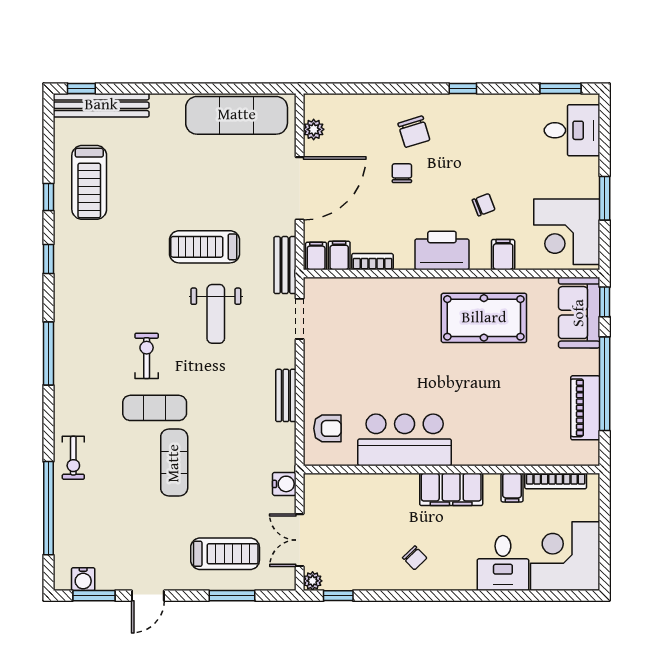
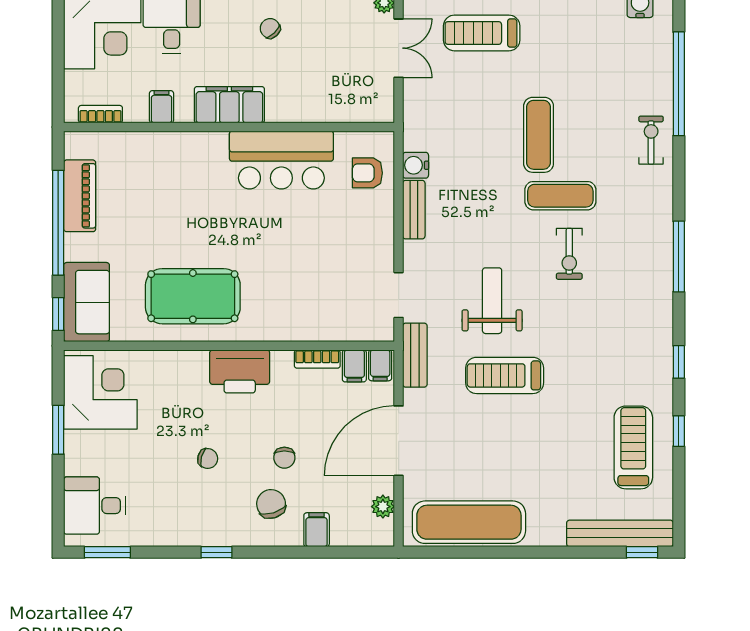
chair: (484, 205) -> (208, 459), moved, turned -145
treadmill: (205, 247) -> (505, 375), turned 180
filing cabinet: (503, 255) -> (317, 530), moved, turned 180
bookcase: (556, 481) -> (100, 114), width x0.64
water cooler: (284, 484) -> (416, 165), moved

